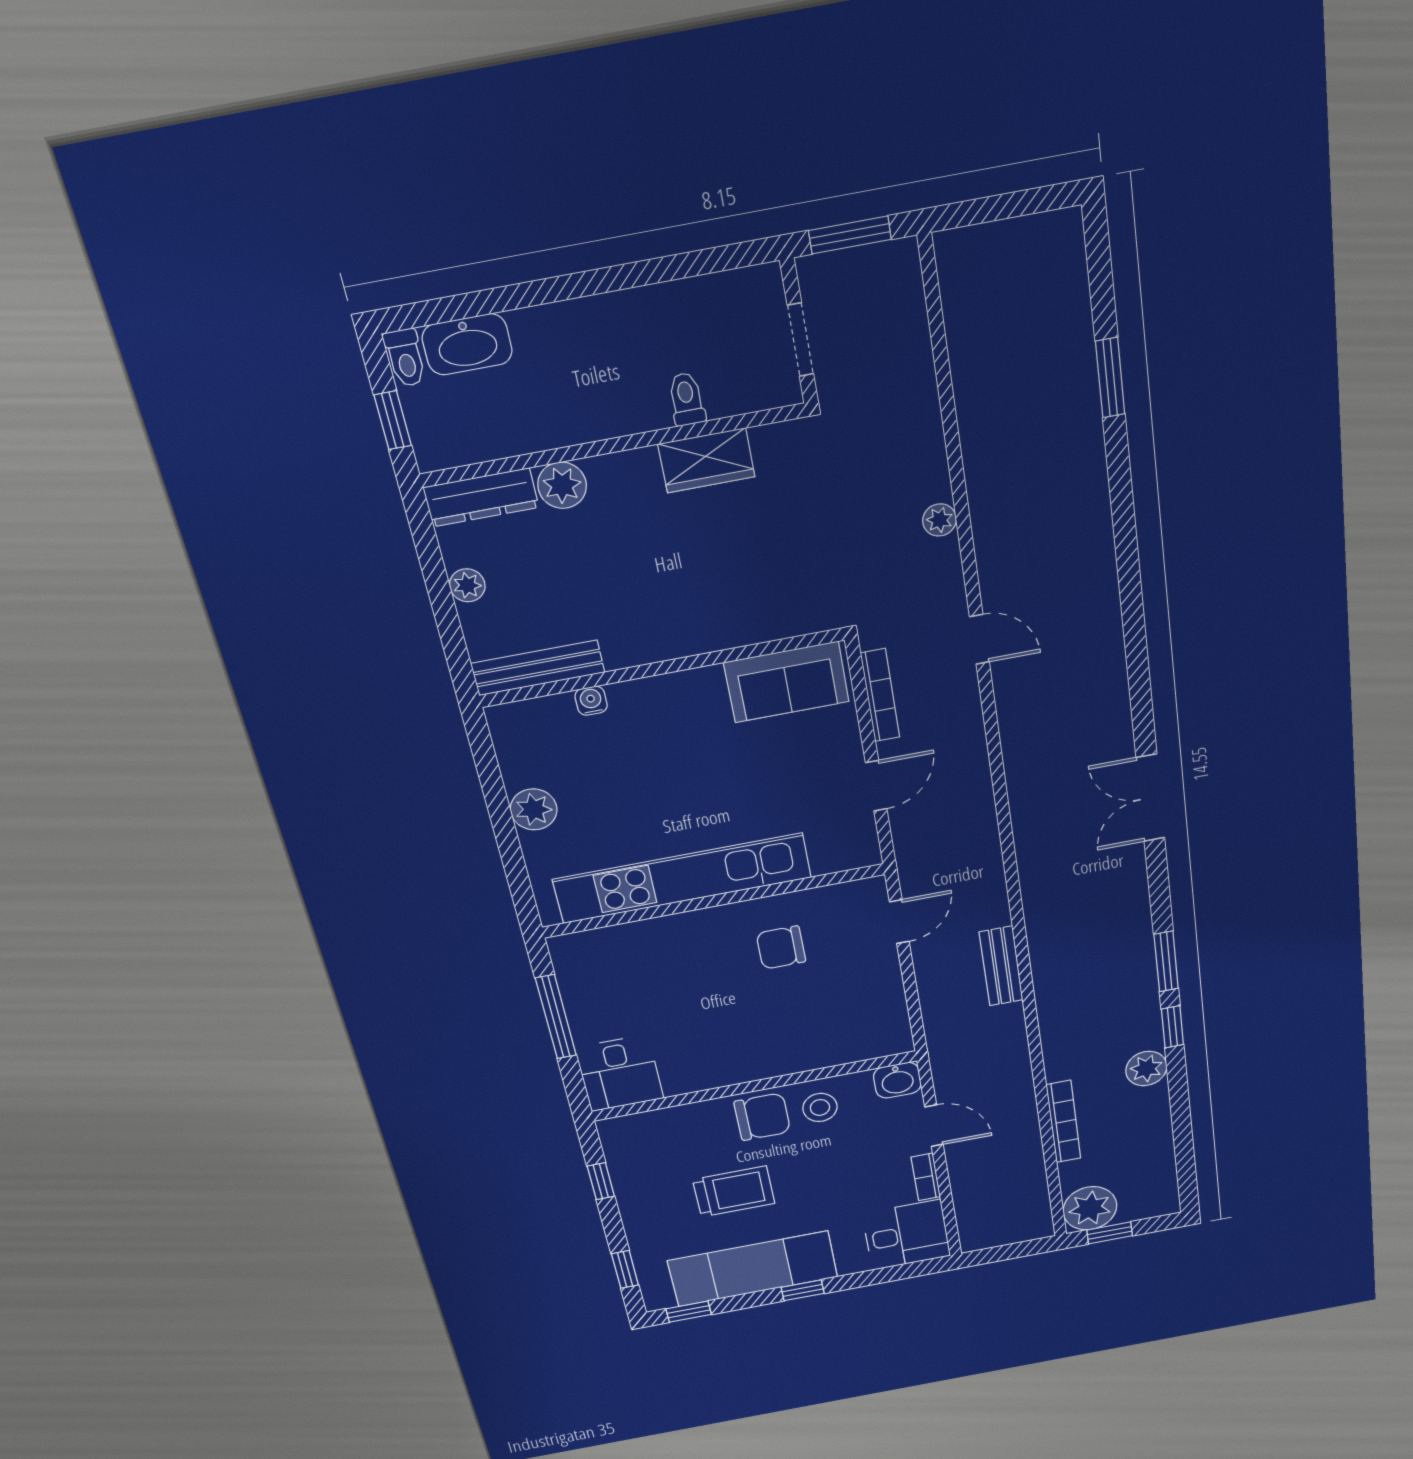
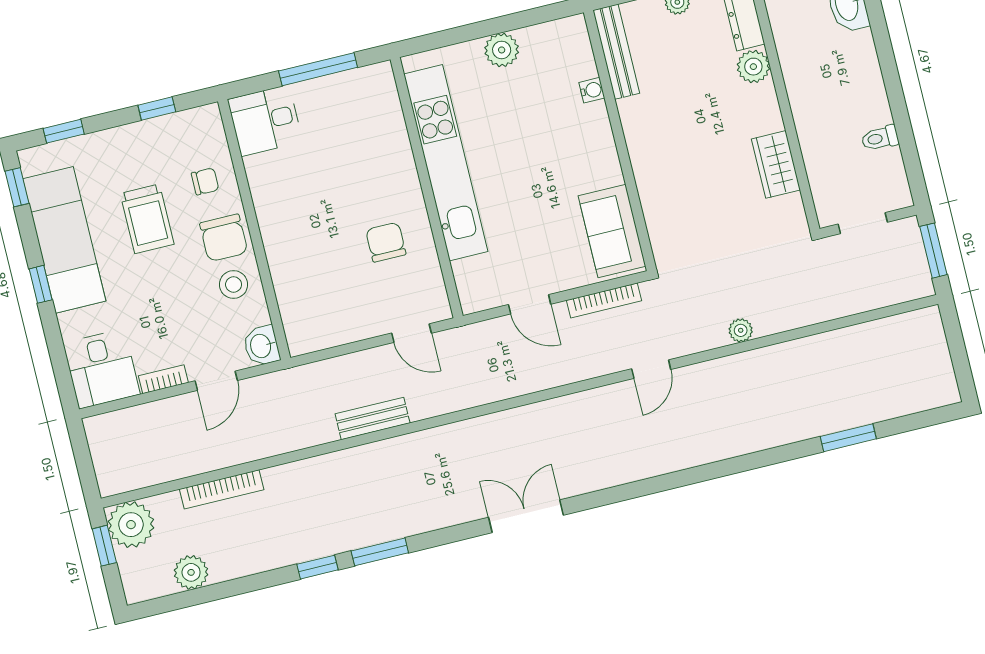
toilet: (687, 399) -> (880, 138), moved, turned 180
plant: (1146, 1069) -> (191, 572), moved
chair: (692, 1135) -> (205, 181), added

